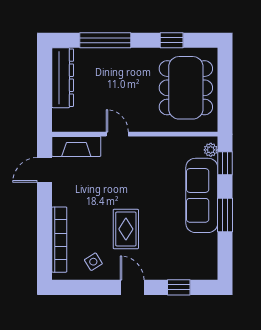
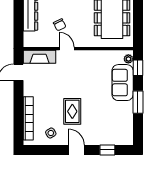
chair: (107, 98) -> (60, 25), added
sofa: (202, 195) -> (123, 83), width x0.73

